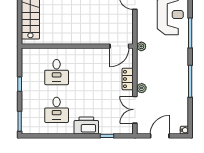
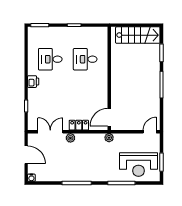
door: (119, 46) -> (109, 117), hinge flipped
printer: (86, 126) -> (33, 82), width x0.53, depth x0.68

